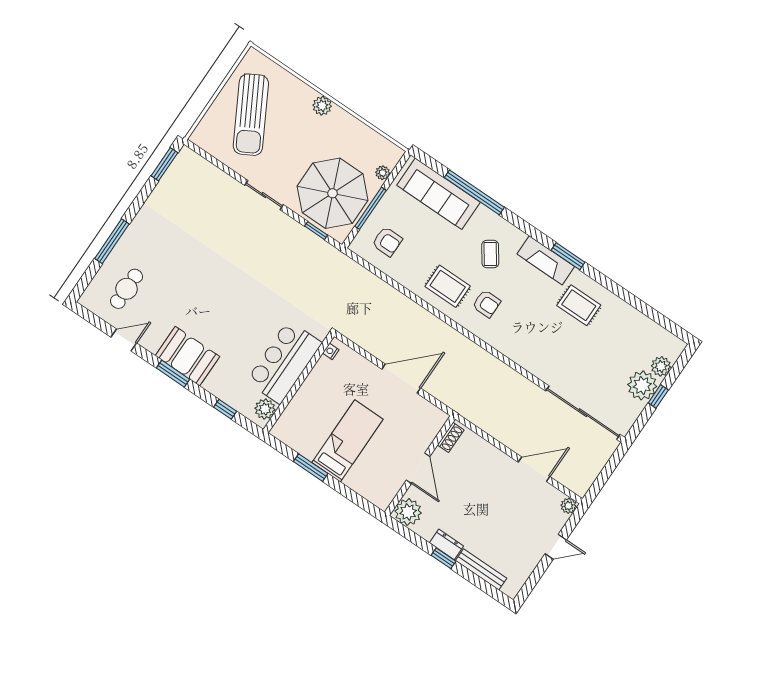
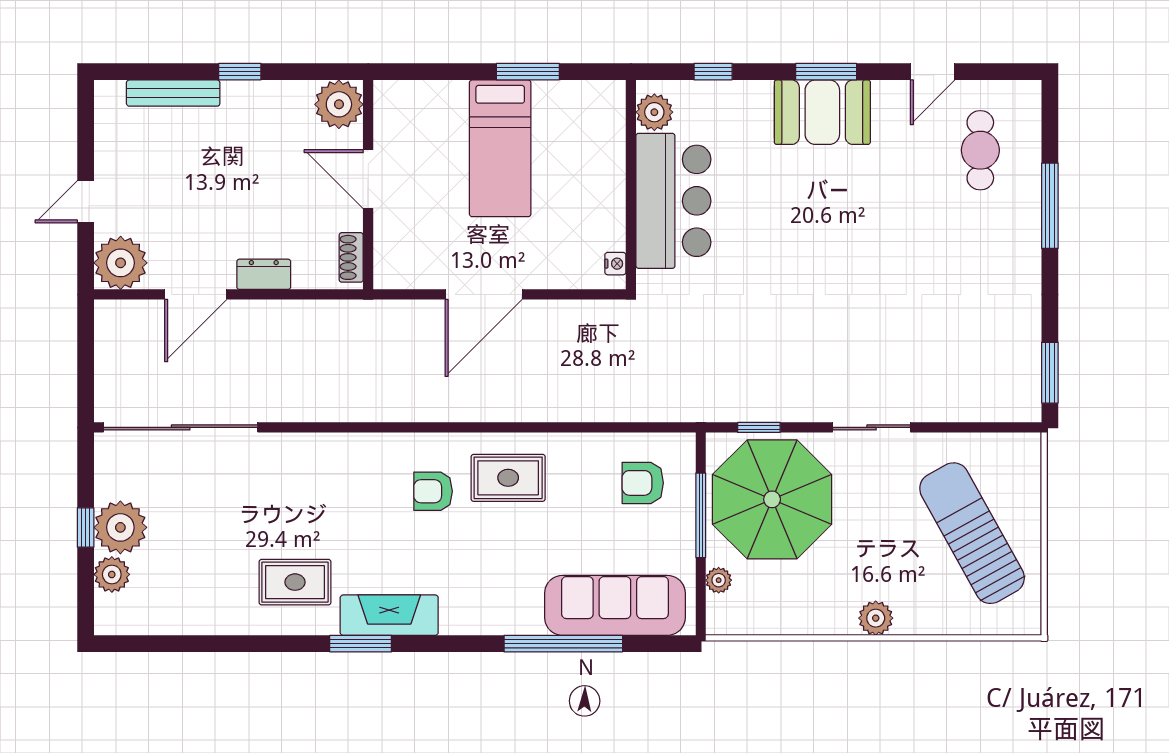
coffee table: (490, 254) -> (478, 569), removed
plant: (569, 506) -> (121, 263), width x1.88, depth x1.88
dresser: (447, 544) -> (264, 274), moved, turned 180

